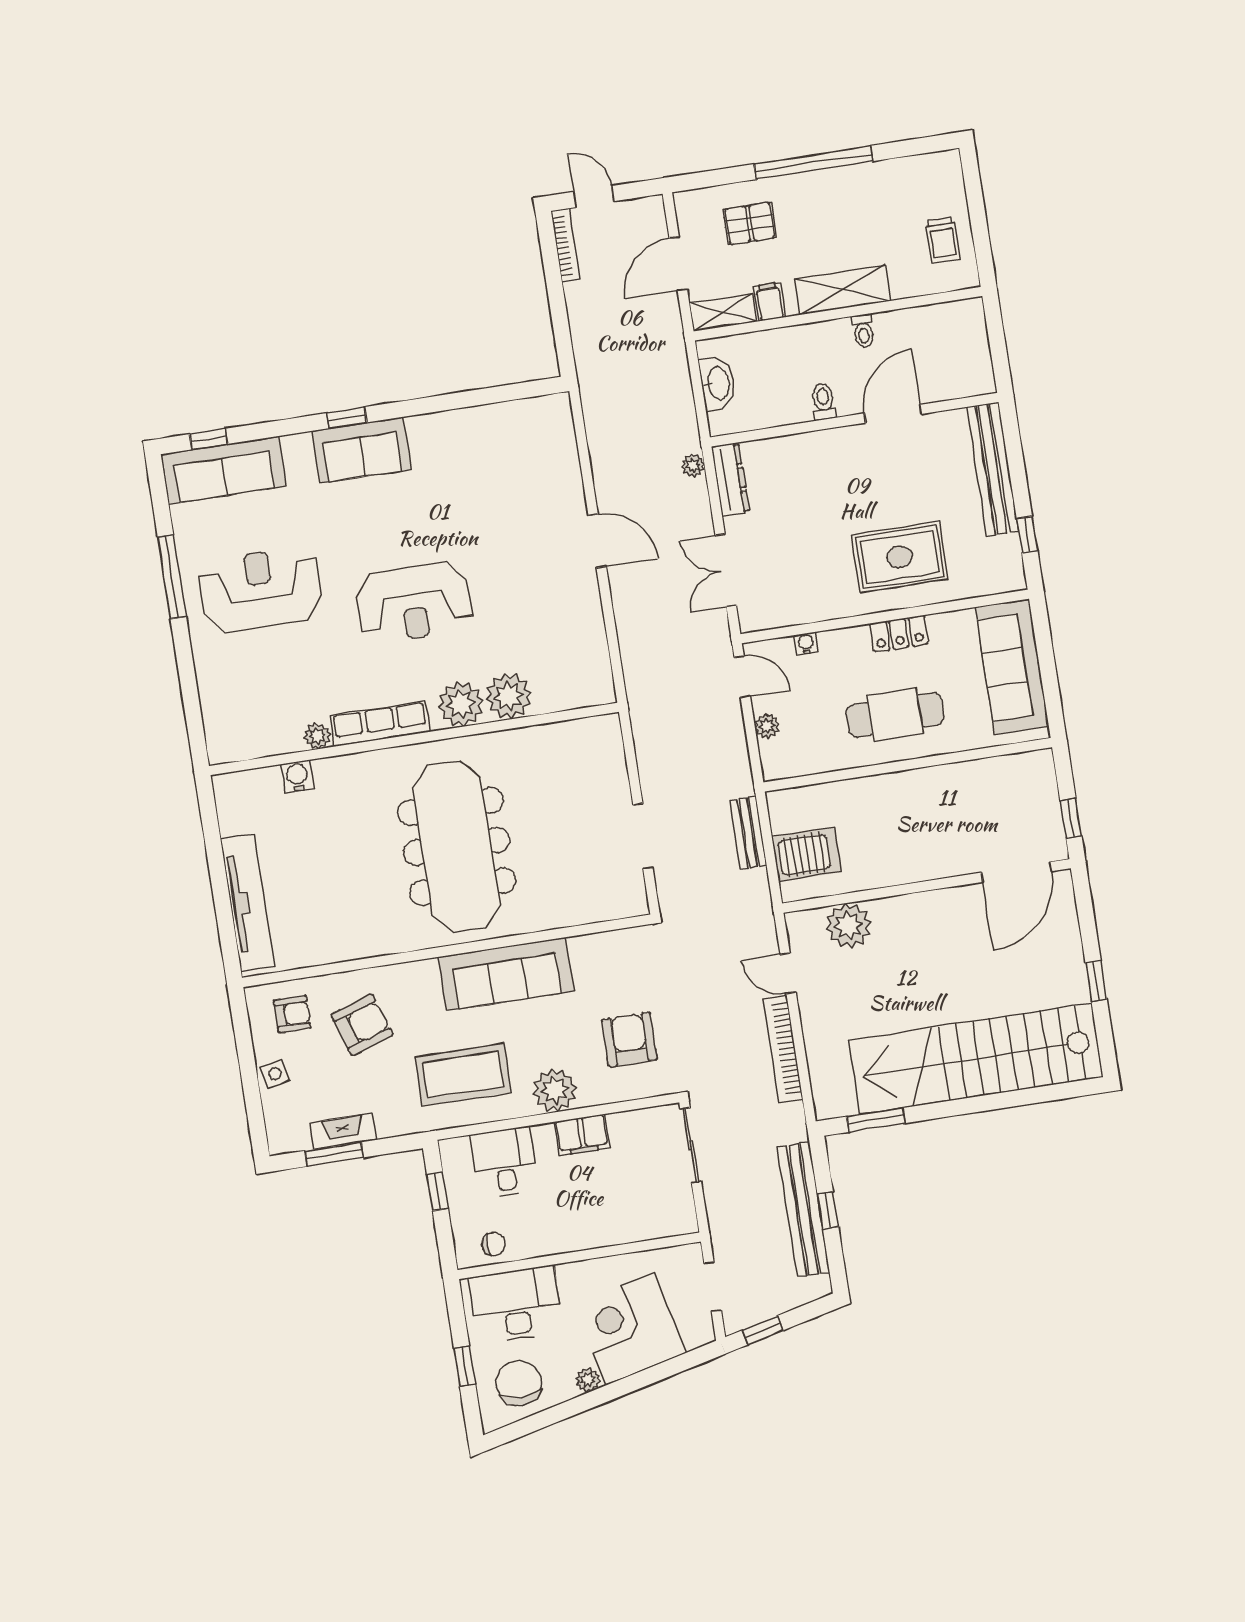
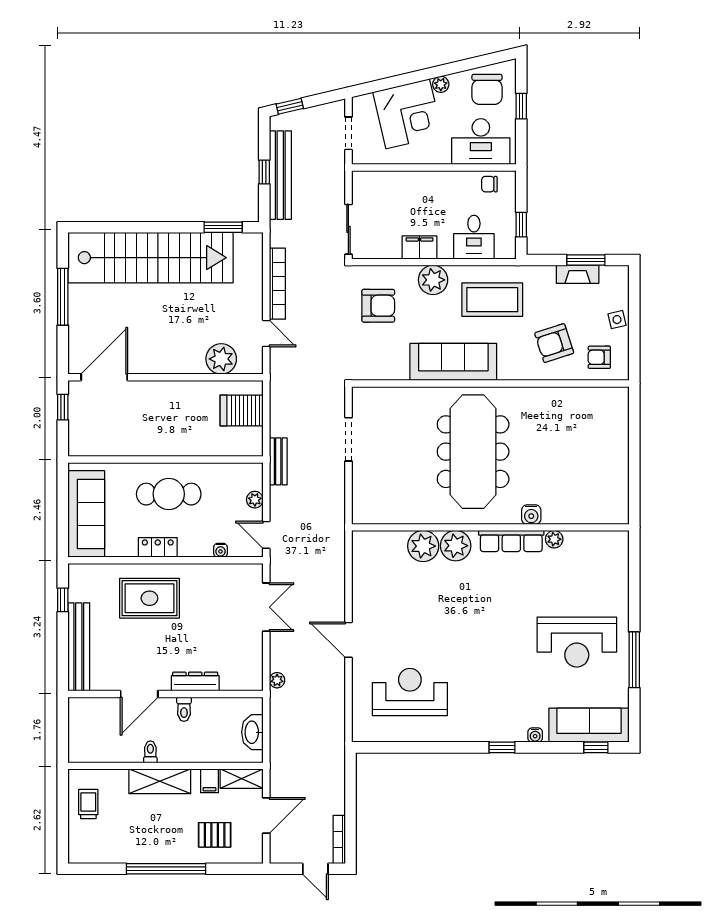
water cooler: (301, 443) -> (535, 735), added
sofa: (362, 450) -> (495, 724), removed
dresser: (730, 479) -> (195, 682), moved, turned 90
reception desk: (414, 603) -> (410, 692), moved
water cooler: (297, 776) -> (531, 515), moved
bench: (748, 833) -> (278, 461), moved
tv unit: (247, 903) -> (618, 436), removed
window: (1096, 981) -> (63, 297), width x2.17
armchair: (630, 1040) -> (378, 306), turned -90
window: (763, 1330) -> (290, 106), moved

